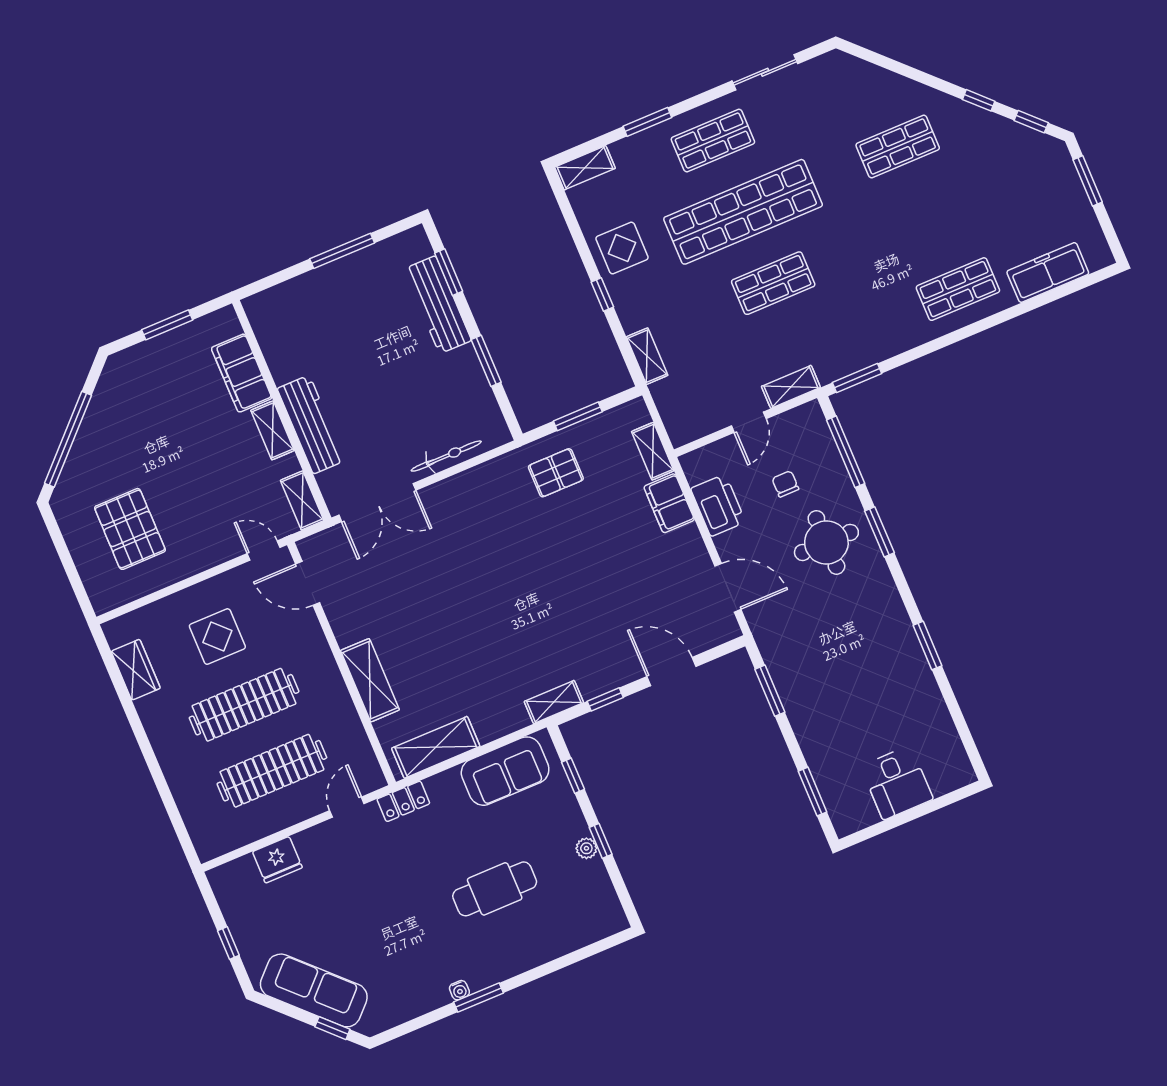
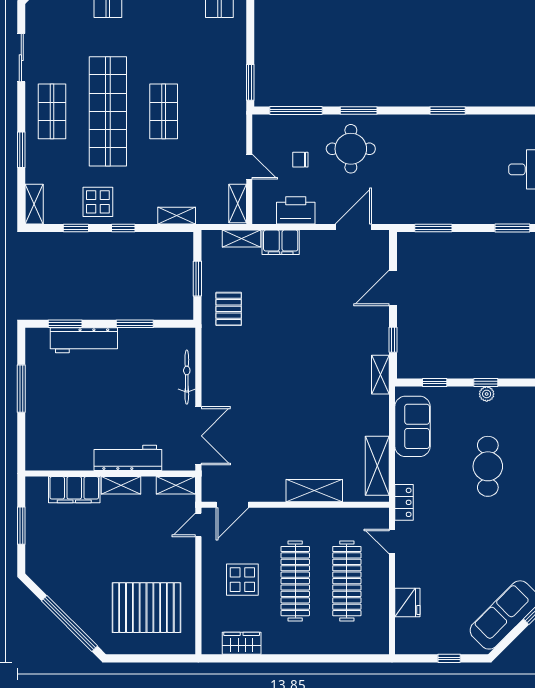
window: (577, 234) -> (76, 228), added
shelving: (791, 387) -> (238, 203), moved
pallet: (130, 529) -> (146, 608), width x1.37, depth x1.41

